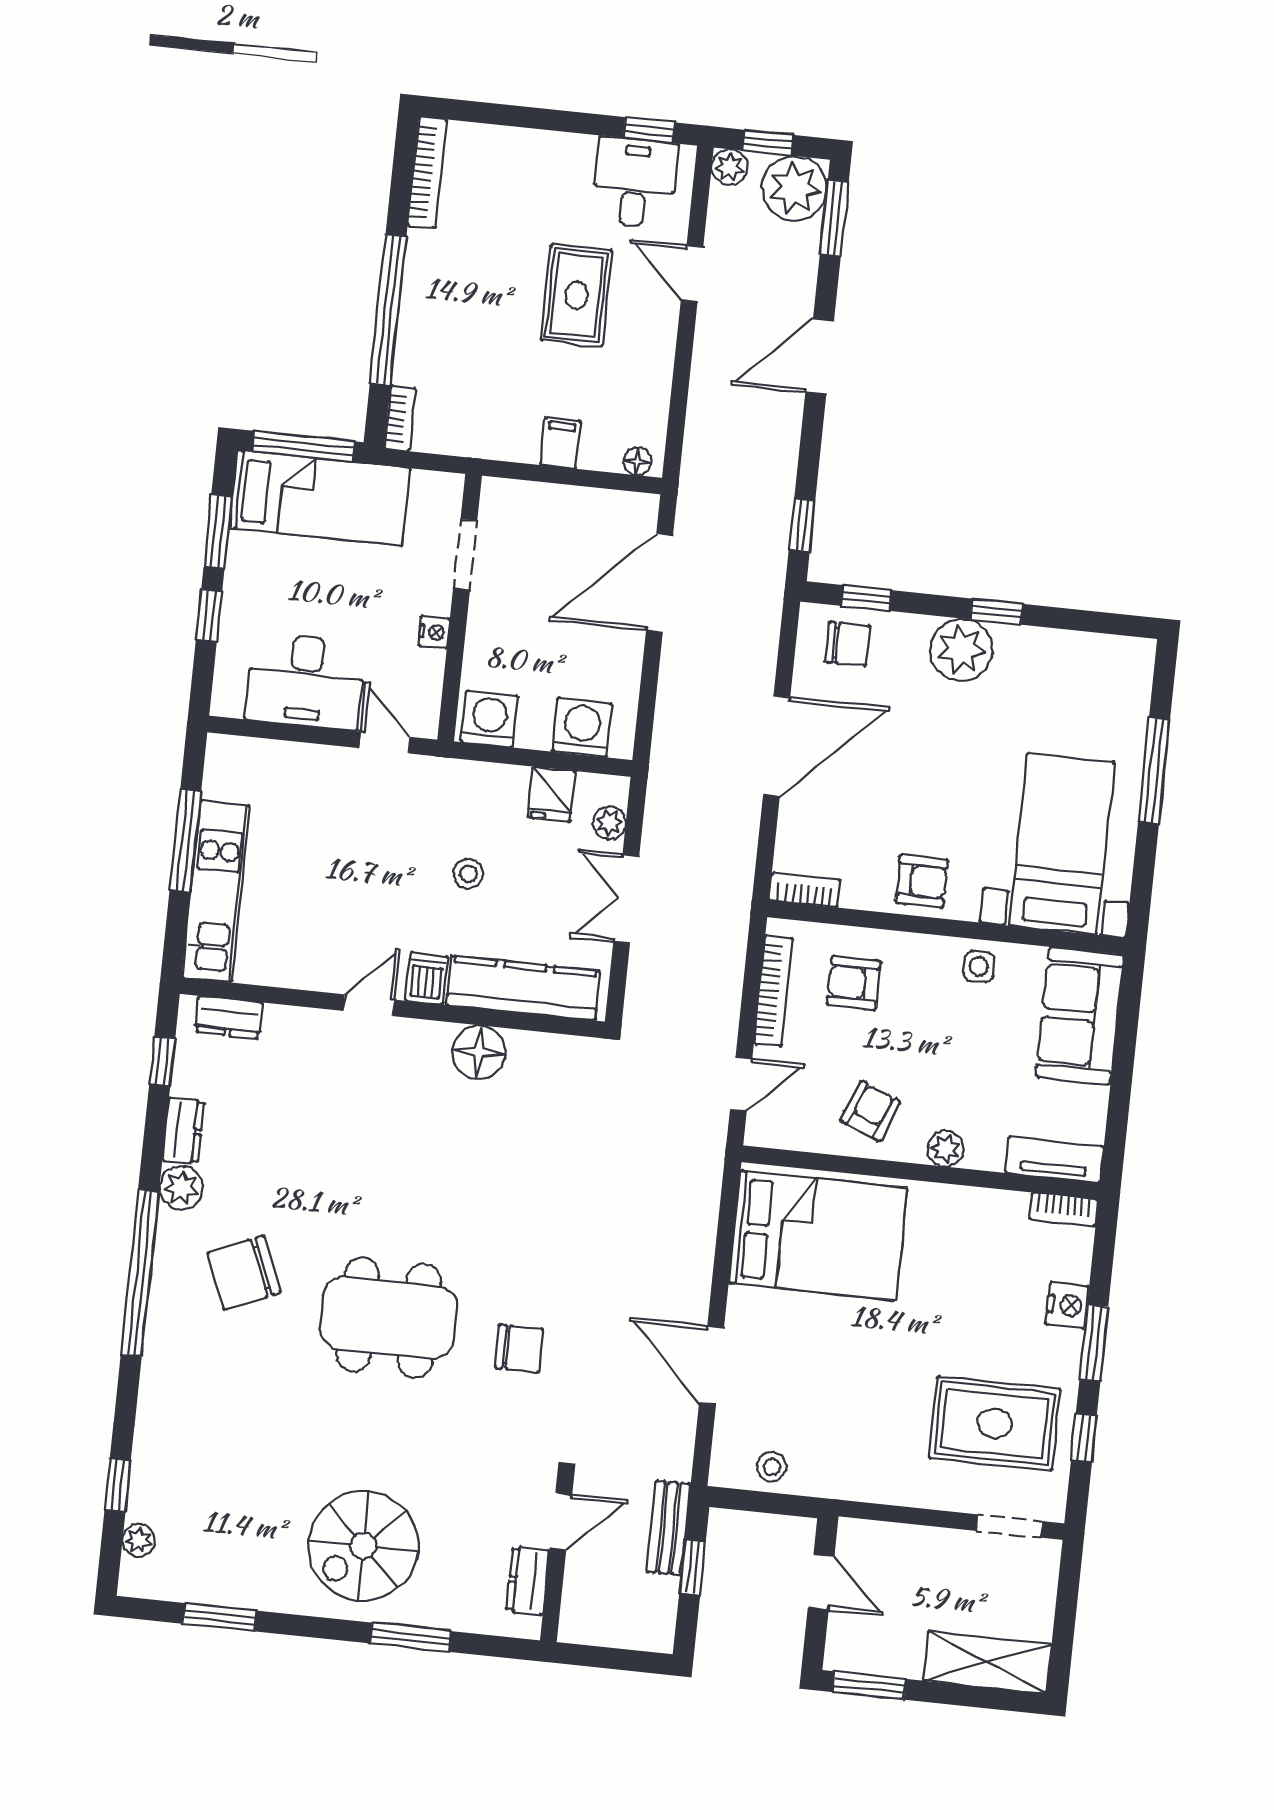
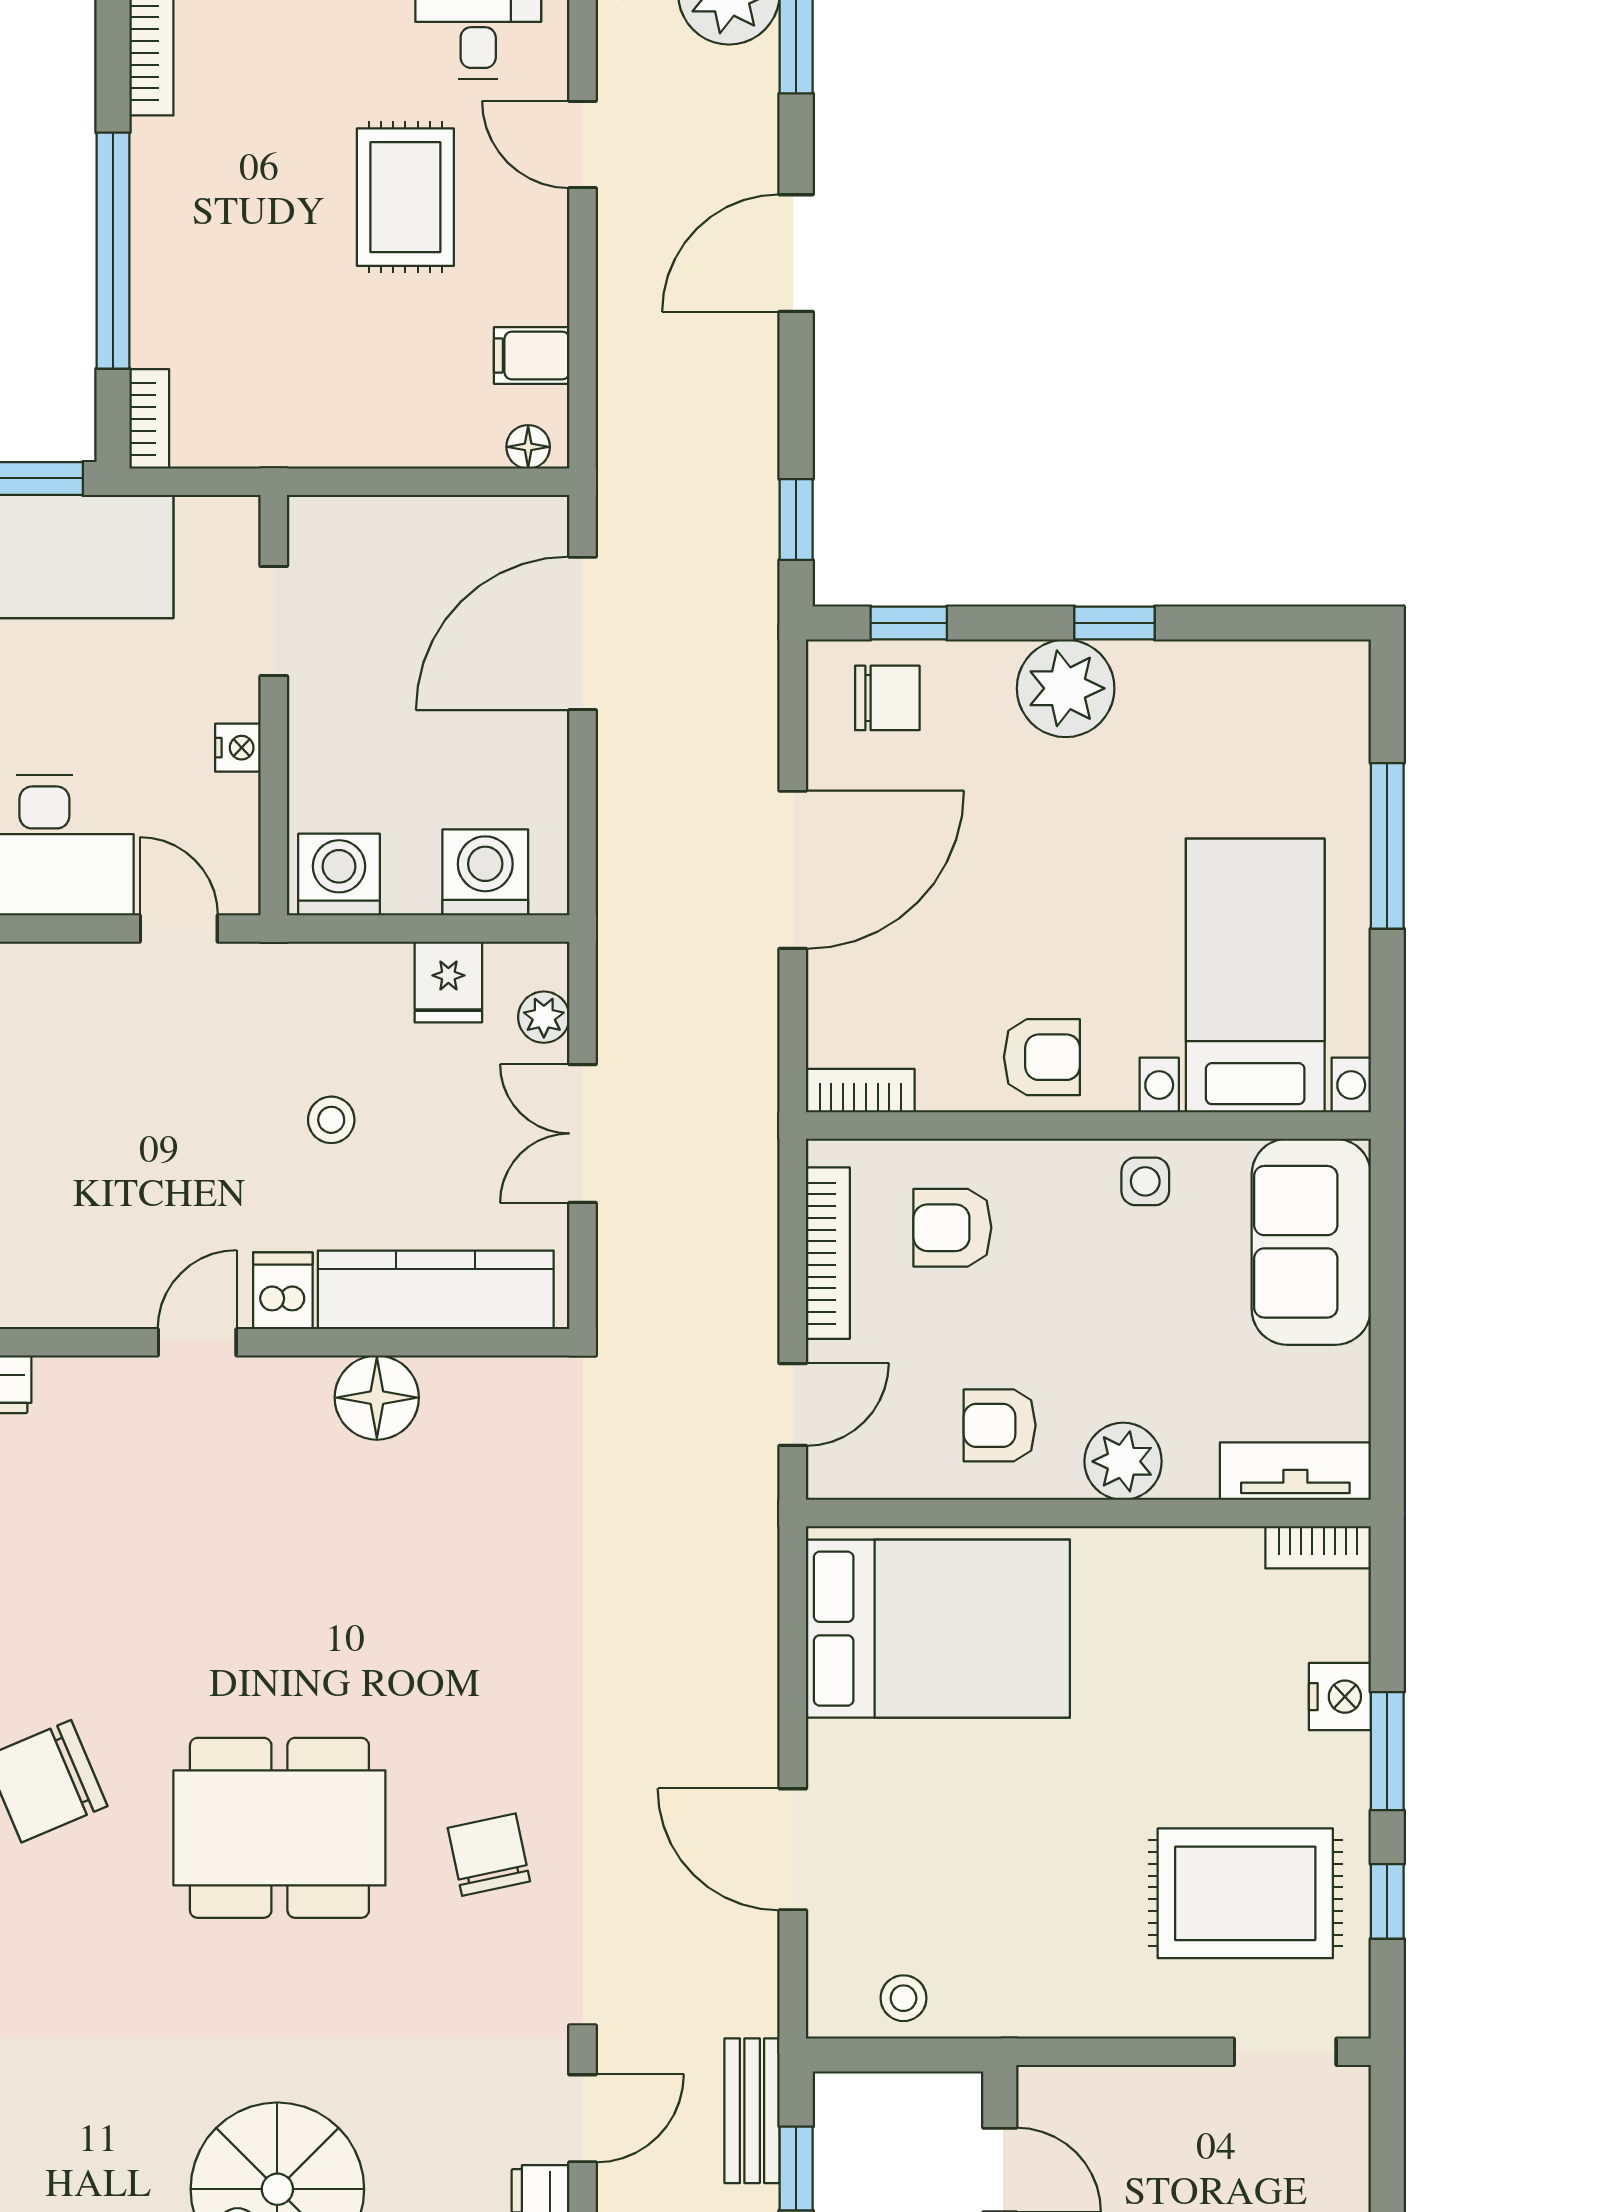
filing cabinet: (560, 443) -> (532, 356), moved, turned -90
armchair: (870, 1111) -> (1000, 1425), turned -112
plant: (945, 1149) -> (1123, 1461), width x1.38, depth x1.38
chair: (519, 1349) -> (489, 1855), turned -102

